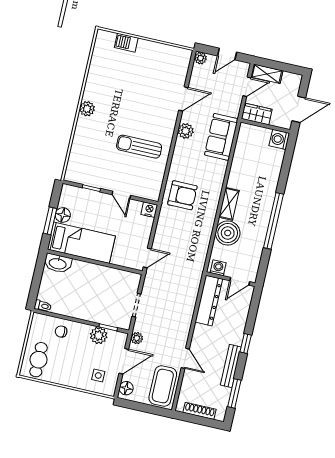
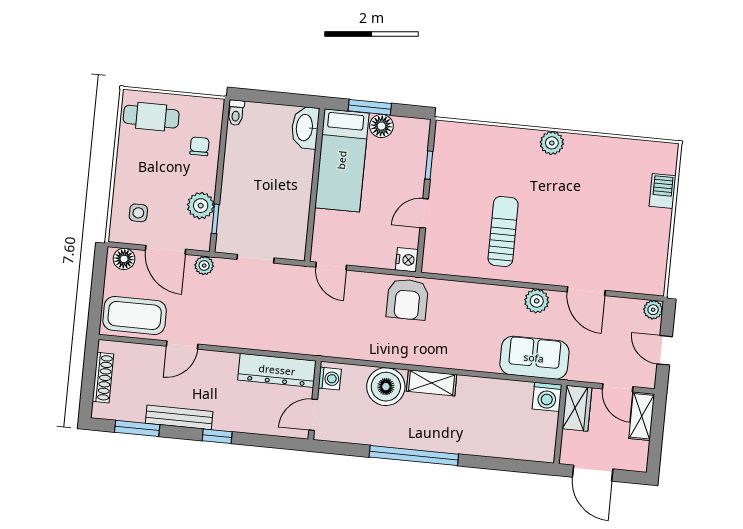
washing machine: (279, 139) -> (547, 397), moved, turned 180
armchair: (182, 195) -> (407, 299), moved
door: (240, 281) -> (313, 415), hinge flipped

